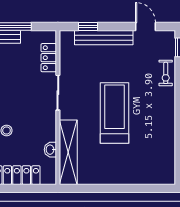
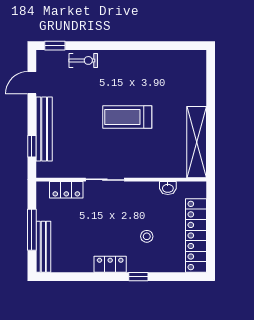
treadmill: (115, 113) -> (127, 117), width x0.73, depth x0.73
shelving: (68, 152) -> (197, 142), moved, turned 90

